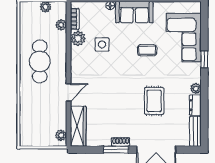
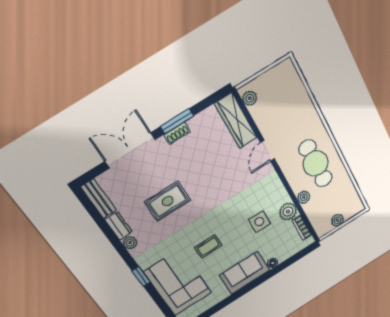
plant: (61, 25) -> (304, 197), moved
rug: (154, 101) -> (168, 201), turned 90

